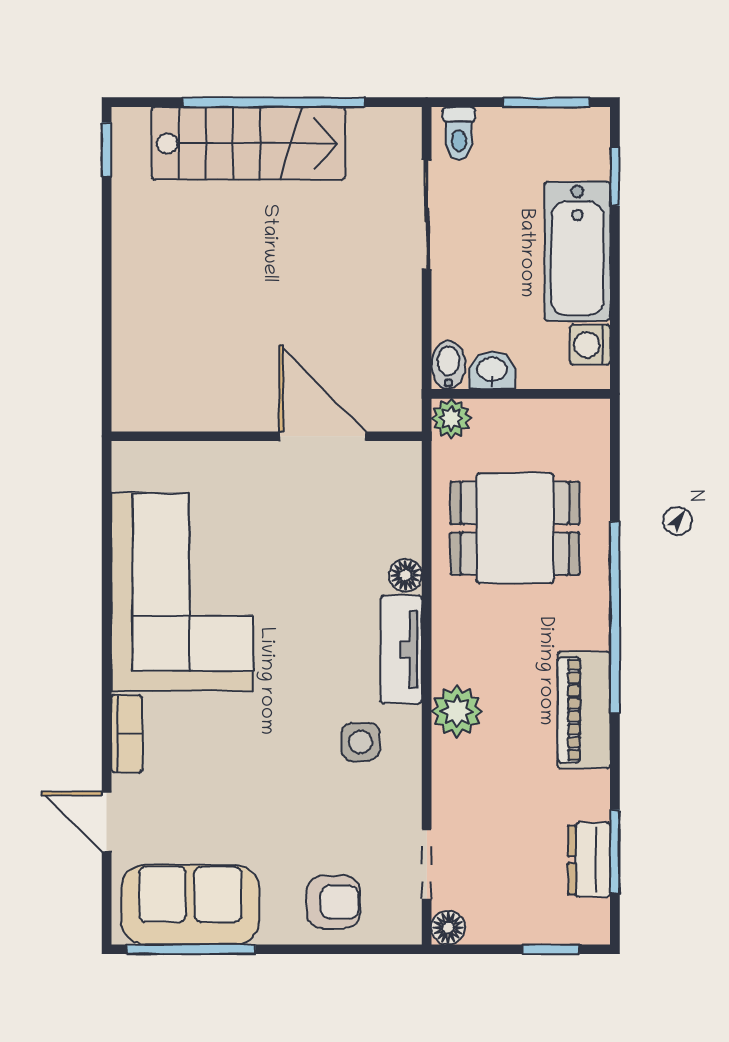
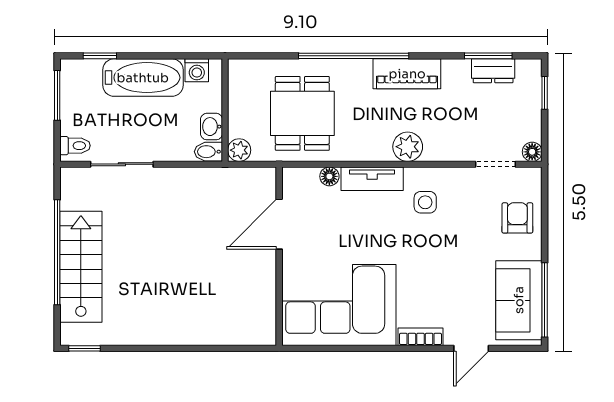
wall: (267, 436) -> (279, 256), moved
door: (323, 436) -> (279, 224), moved

